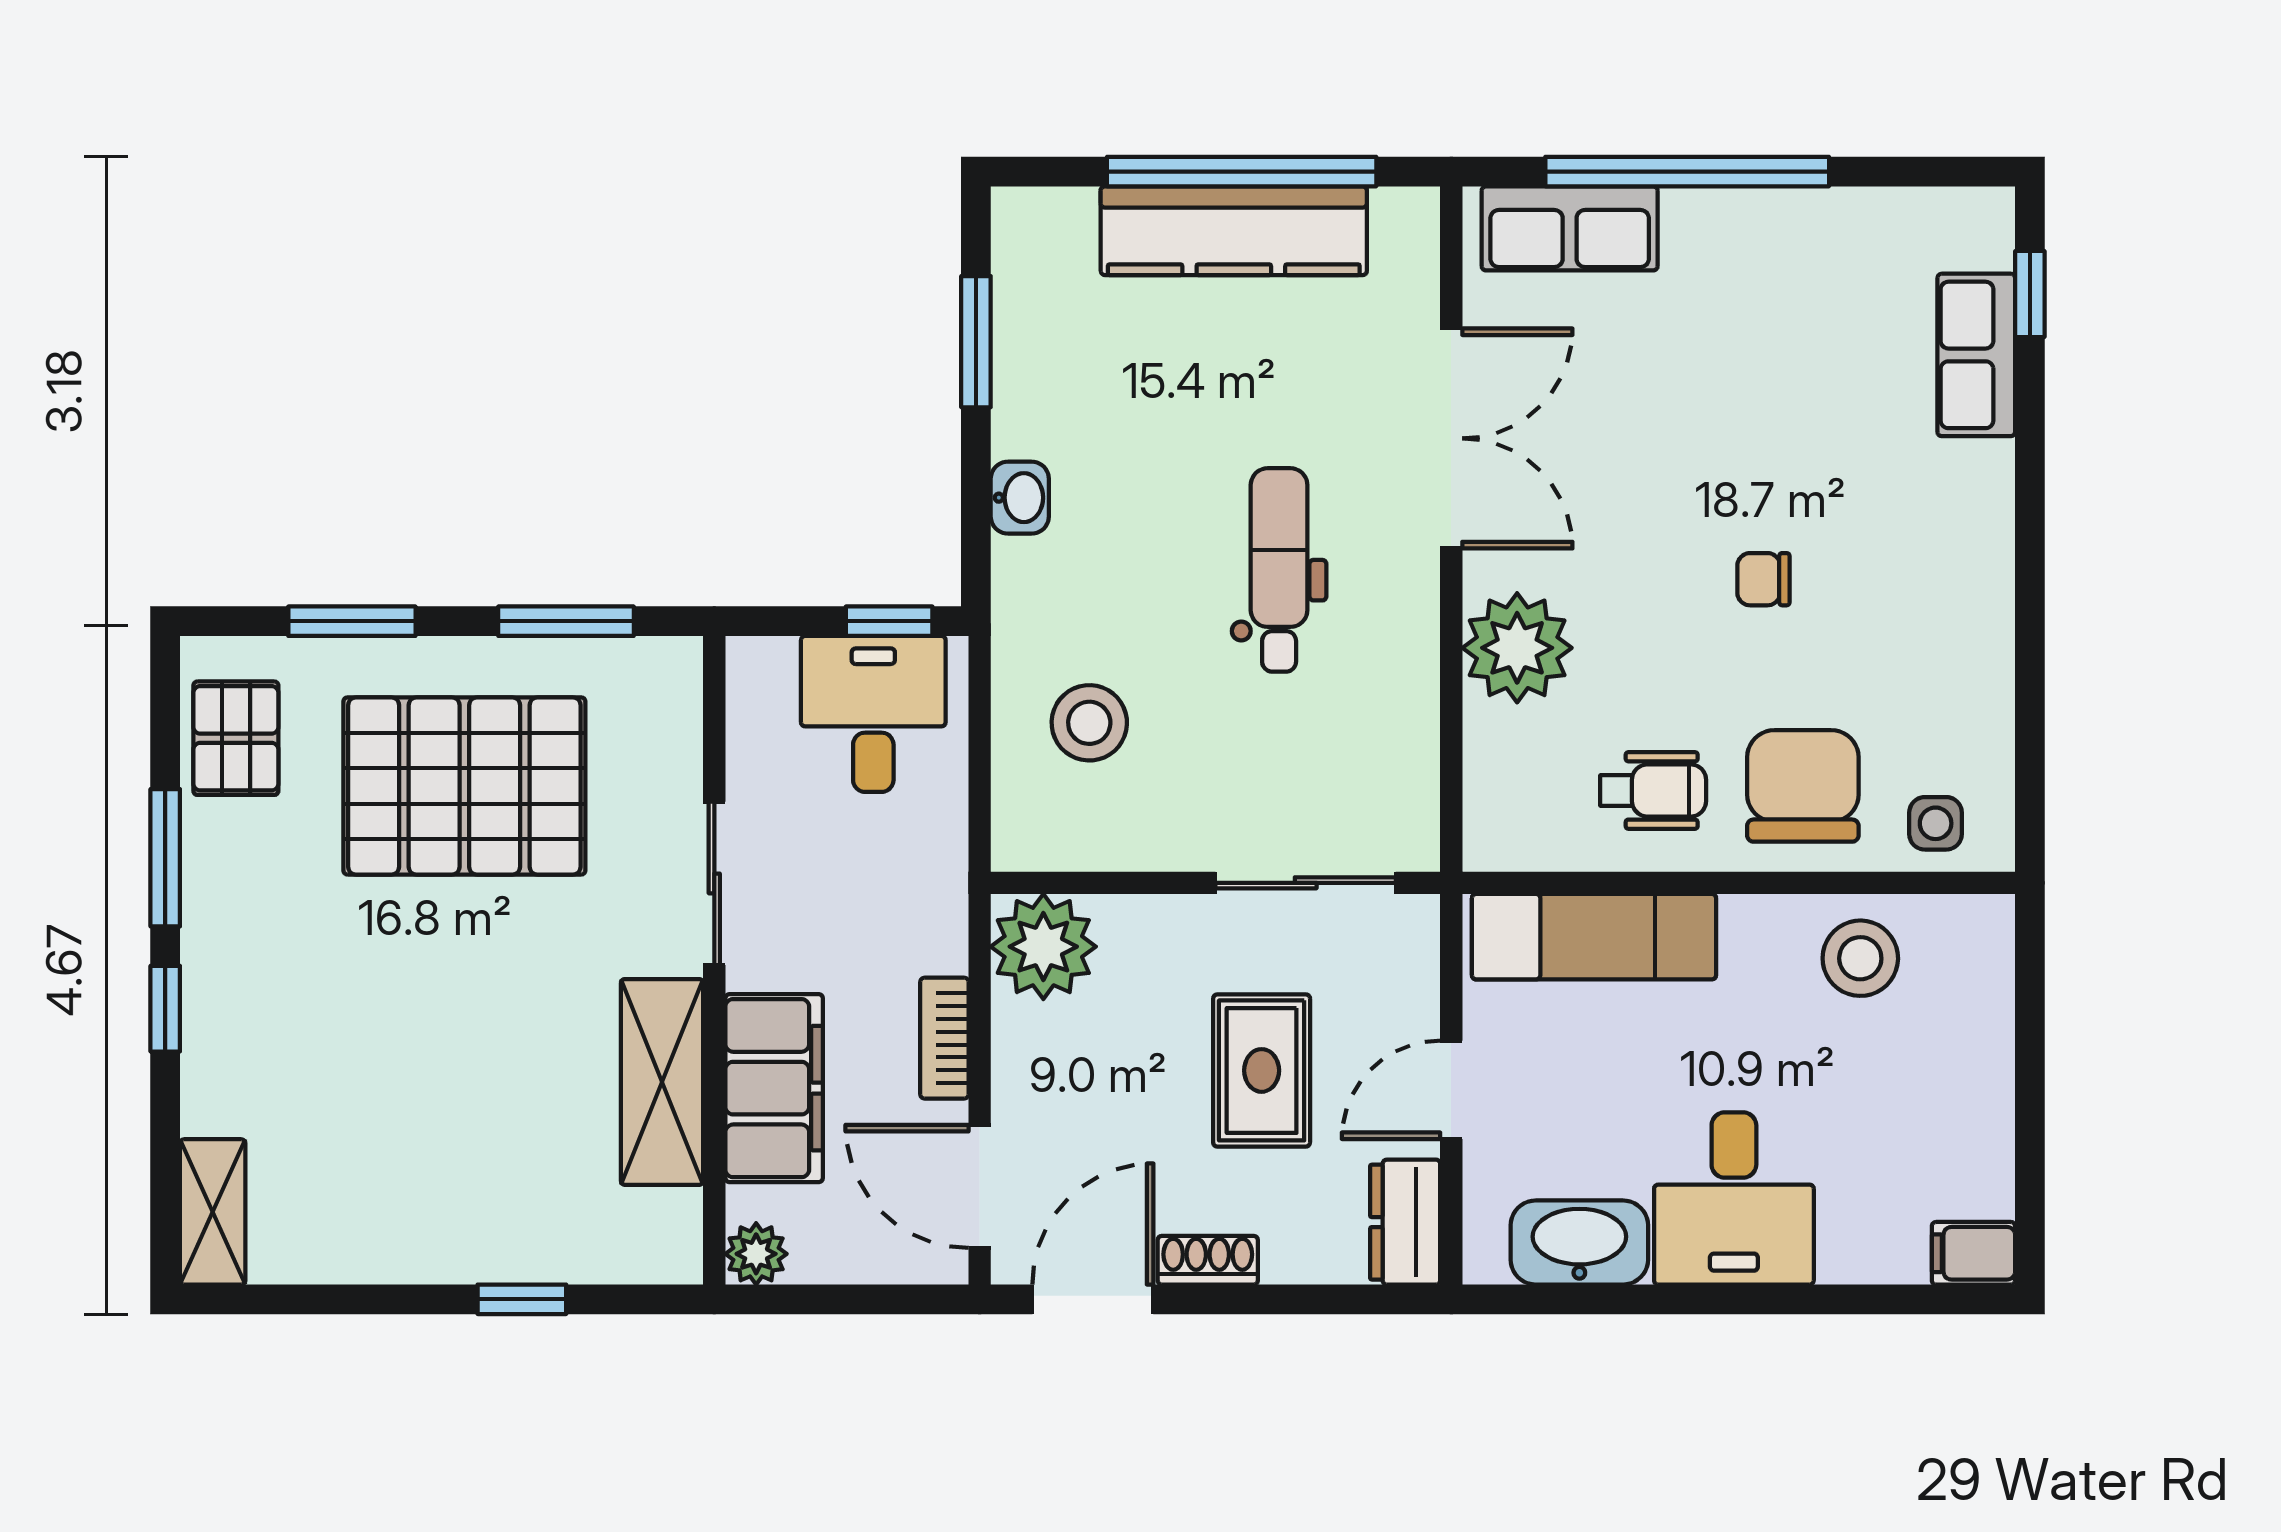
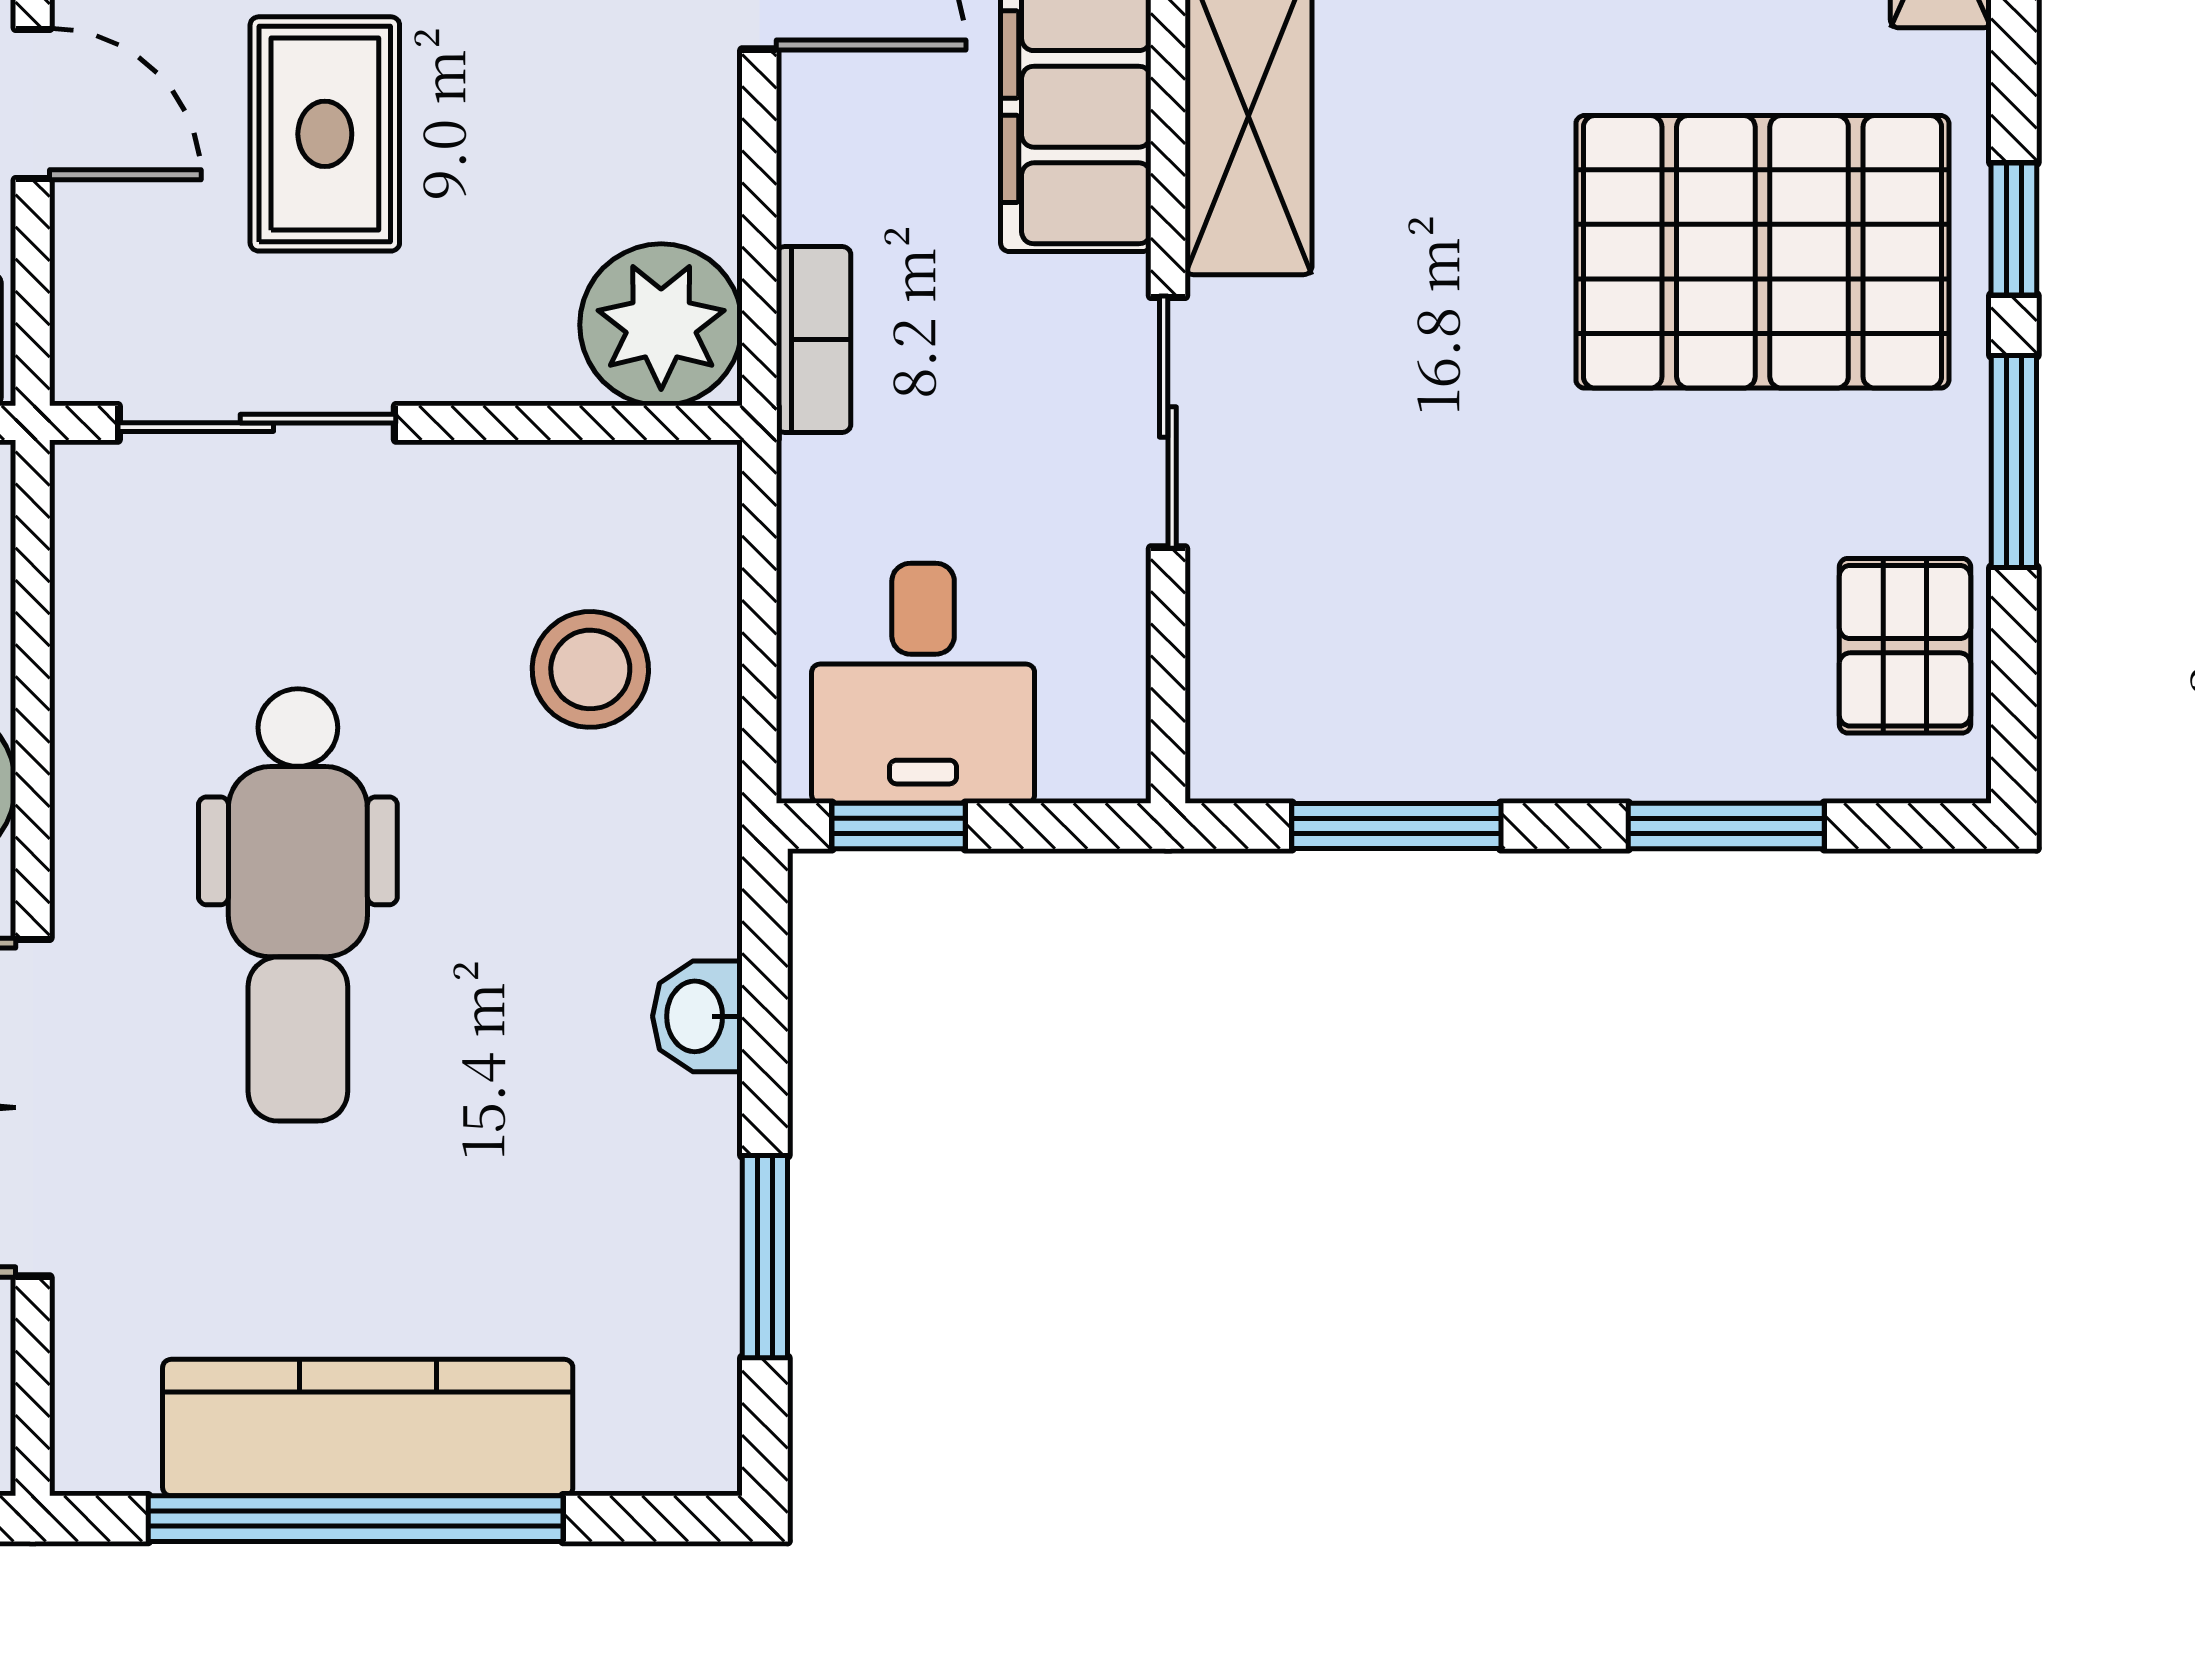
dental chair: (1279, 570) -> (298, 905), width x1.36, depth x1.38
pallet: (464, 786) -> (1762, 252), moved
bookcase: (944, 1038) -> (813, 340), moved
door: (1451, 1090) -> (33, 104), hinge flipped

